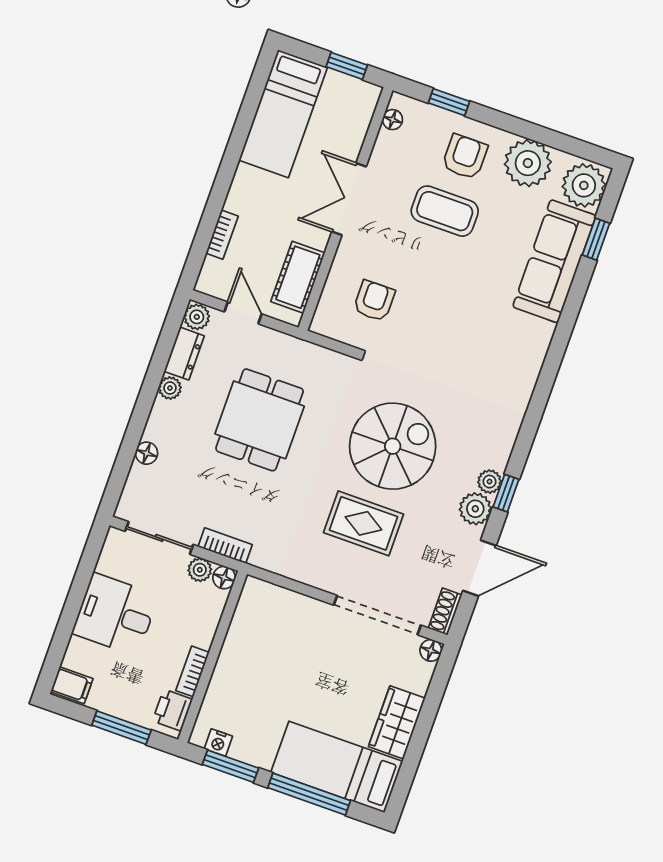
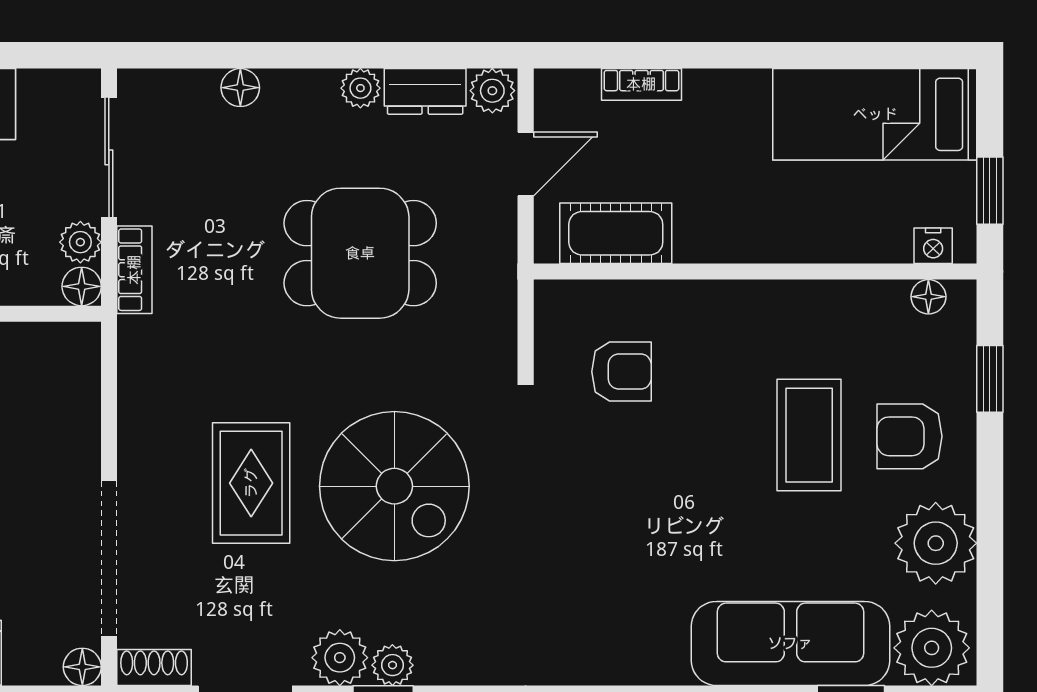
nightstand: (366, 107) -> (933, 246), added
armchair: (465, 157) -> (910, 436), turned 180
double door: (349, 199) -> (773, 272), removed

